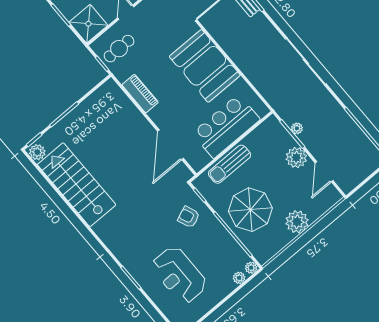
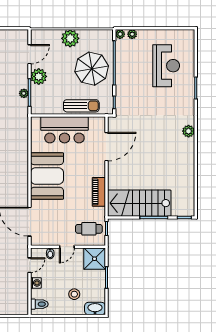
plant: (37, 152) -> (189, 131), moved
stairs: (77, 185) -> (139, 203), moved, turned 90
armchair: (189, 217) -> (132, 95), removed

